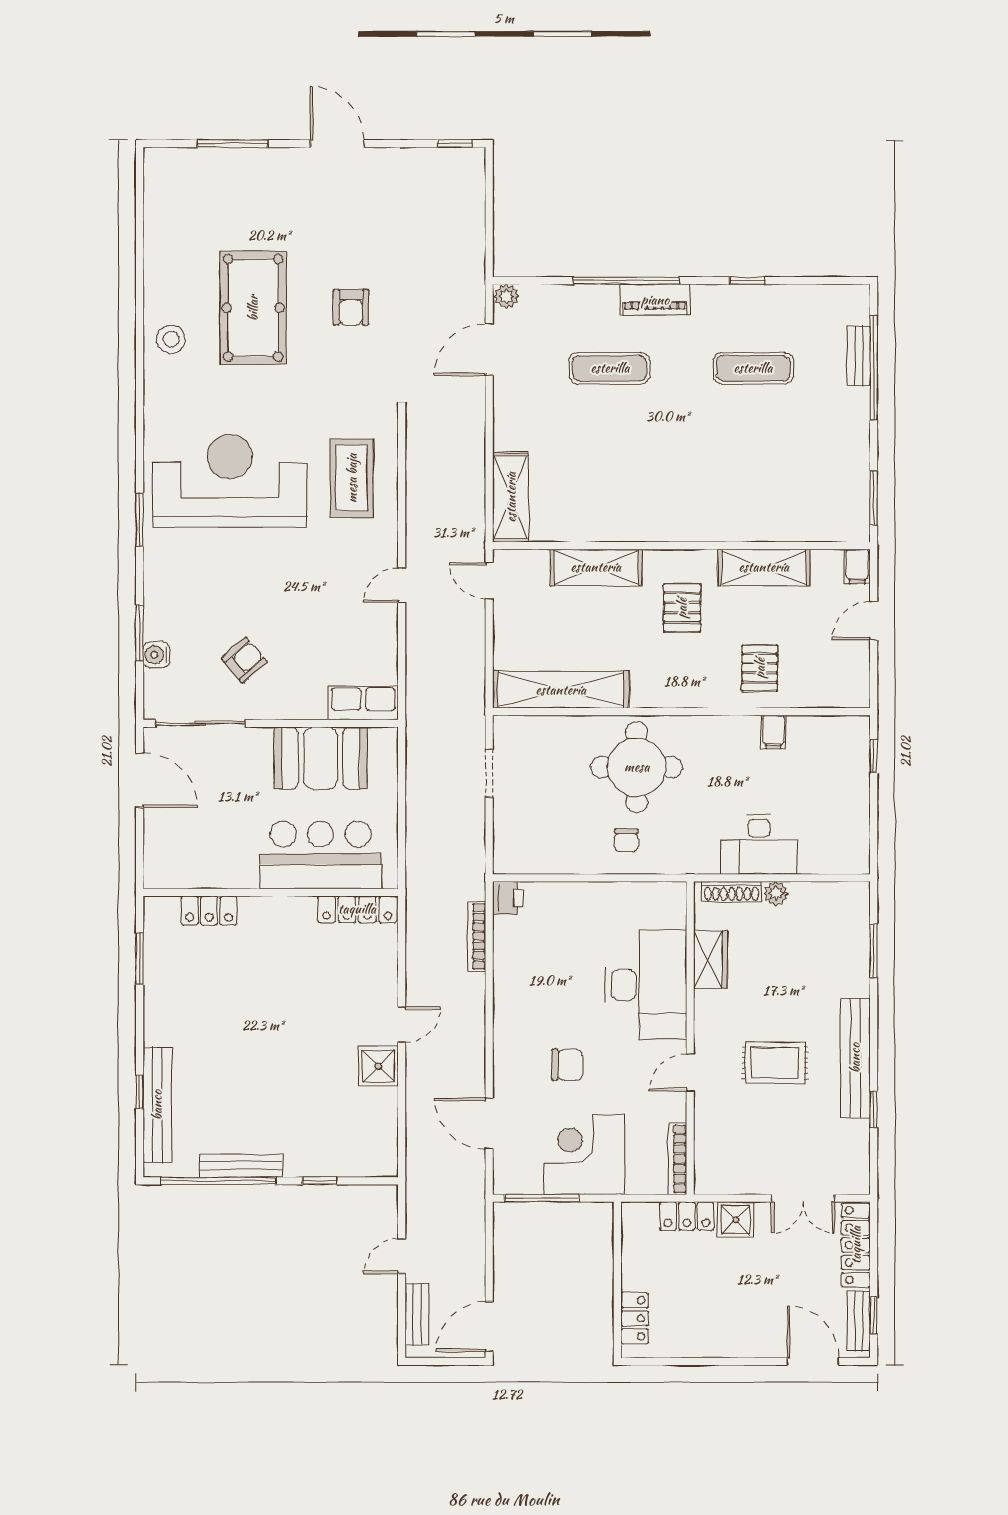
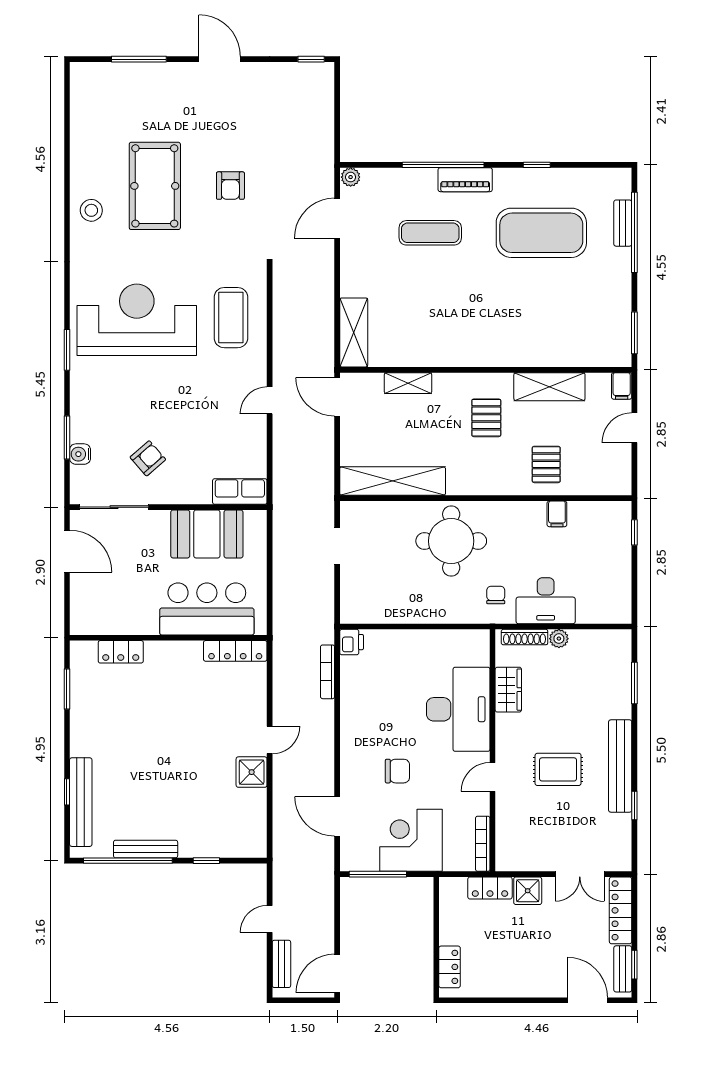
exercise mat: (753, 368) -> (541, 233), width x2.00, depth x1.45
shelving: (596, 567) -> (408, 383), width x0.67, depth x0.75
door: (489, 581) -> (337, 397), width x1.38
chair: (626, 840) -> (496, 595), moved, turned 180

